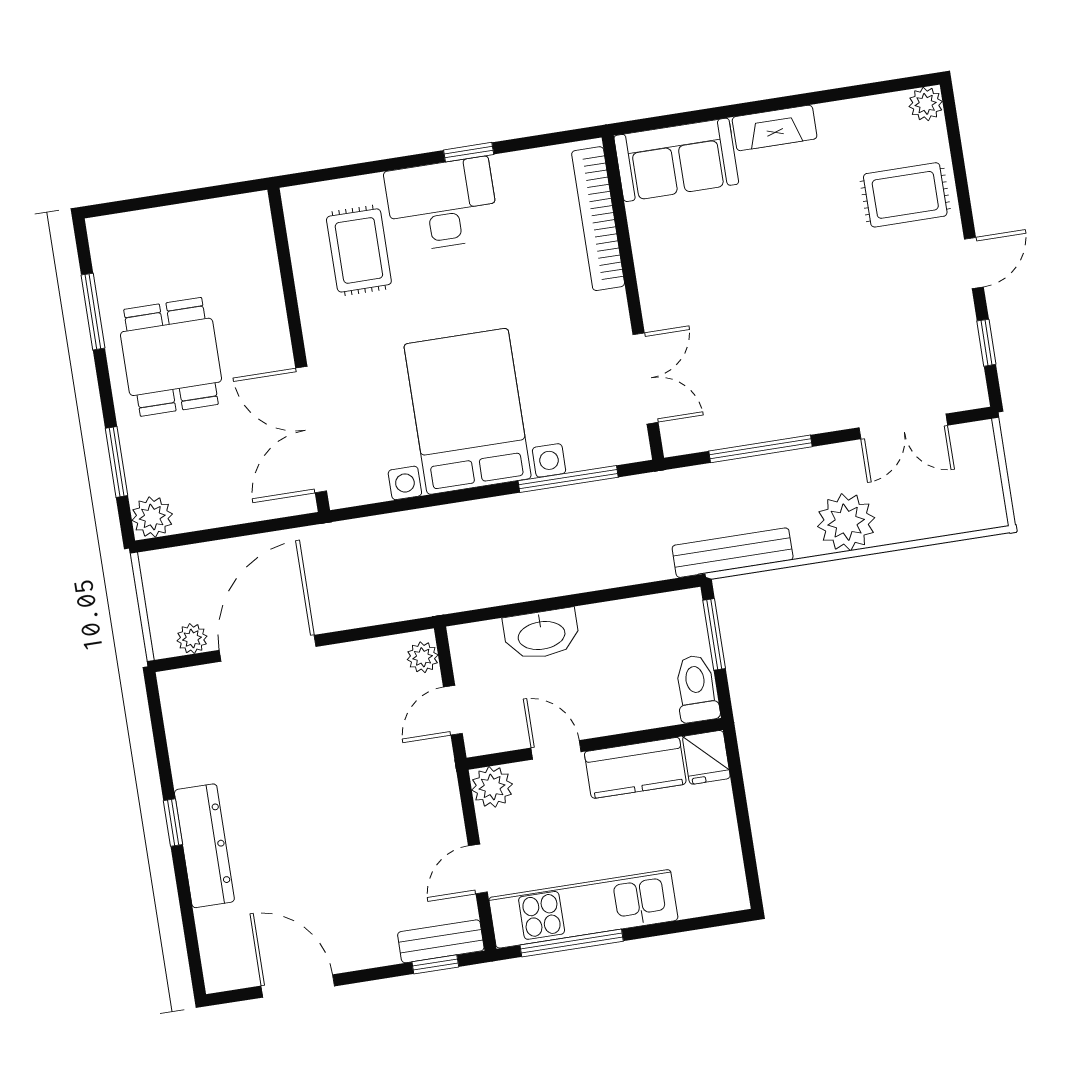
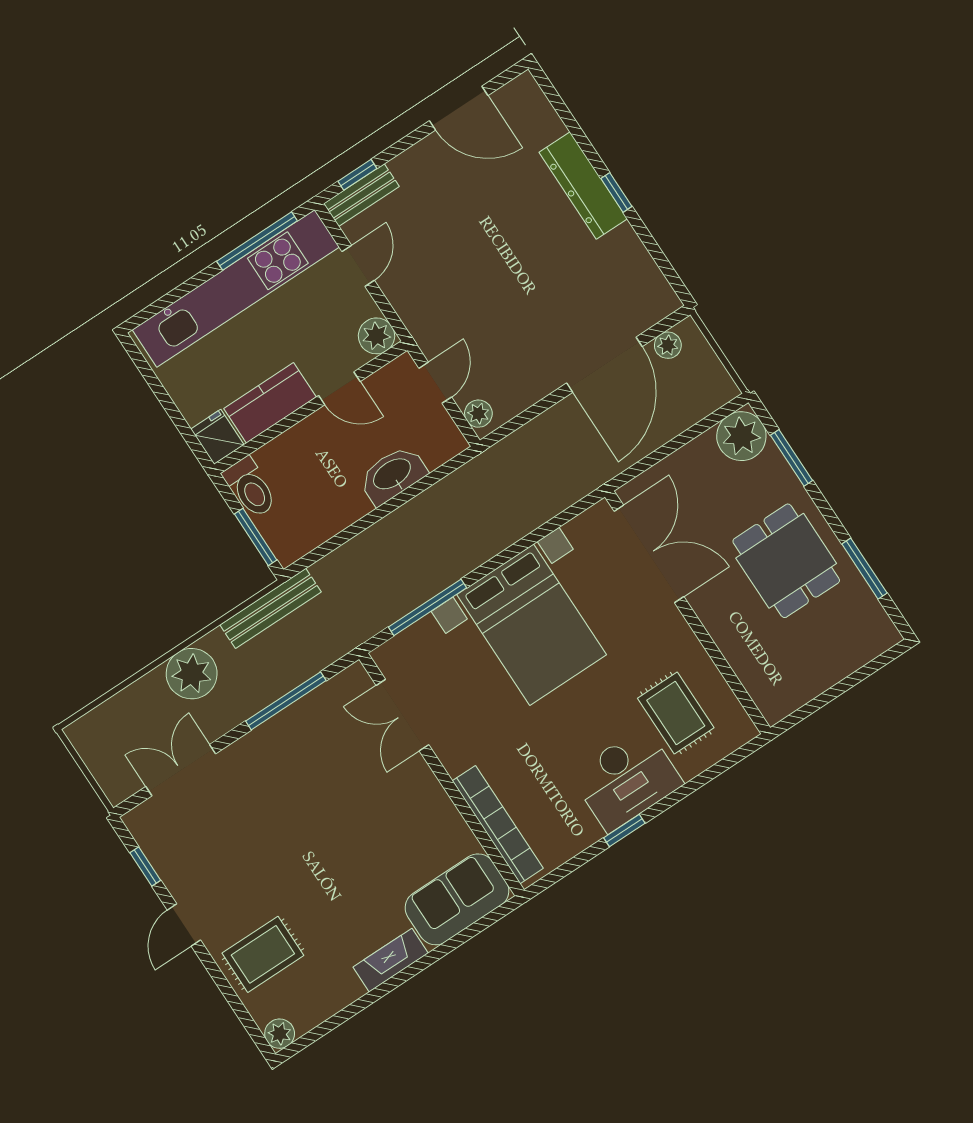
plant: (152, 517) -> (741, 436), width x1.36, depth x1.36
kitchen unit: (583, 909) -> (236, 288), width x1.36

